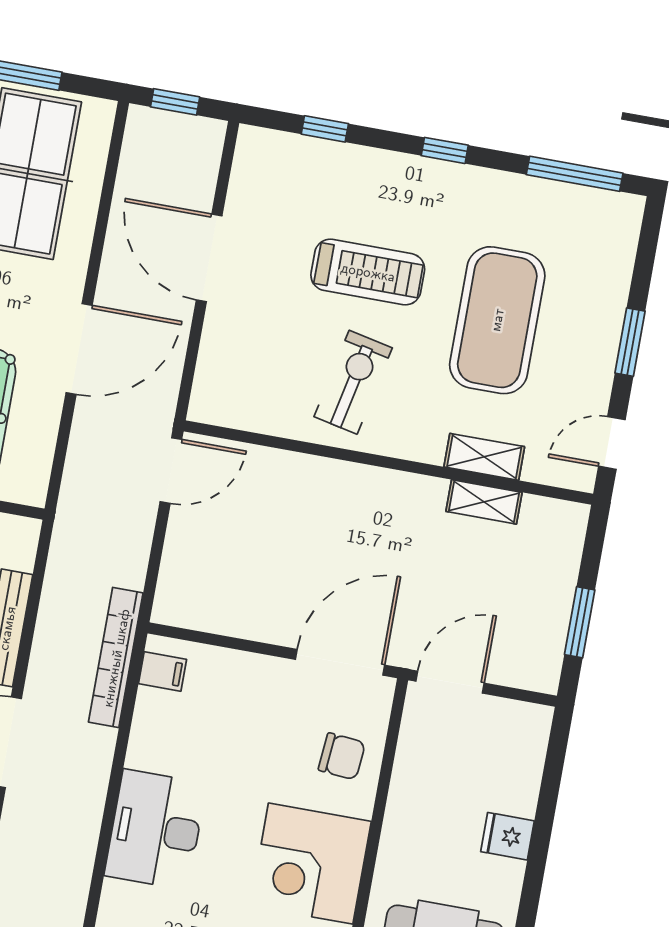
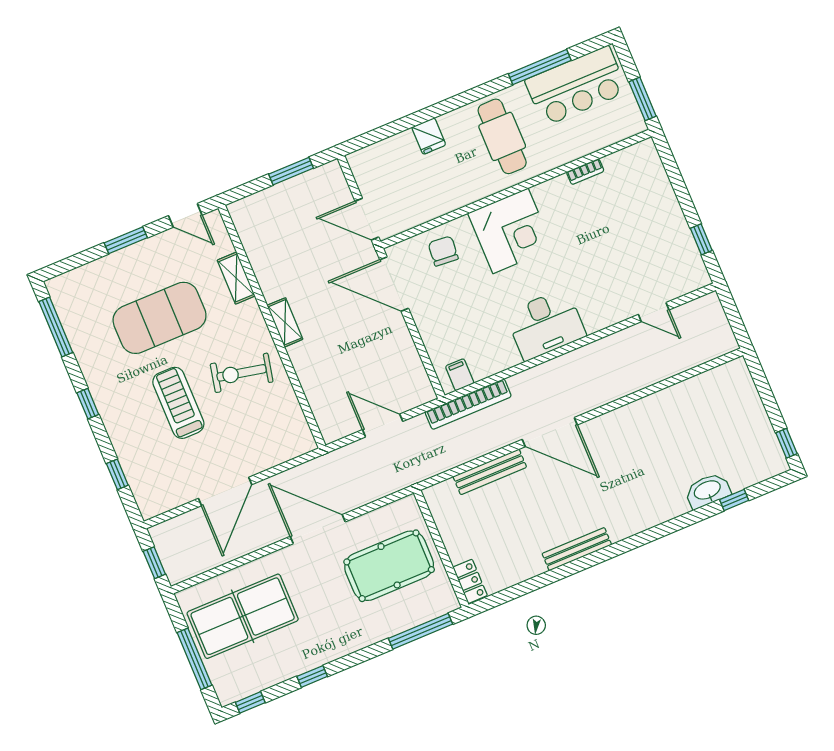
door: (171, 471) -> (383, 426), moved
shelving: (484, 502) -> (285, 322), moved

